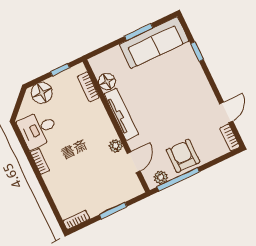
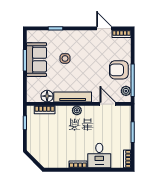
sofa: (154, 43) -> (36, 60), width x0.73
side table: (165, 81) -> (65, 58), added
floor lamp: (42, 93) -> (34, 142), removed
desk: (38, 129) -> (99, 156), moved
plant: (116, 146) -> (77, 110), moved

